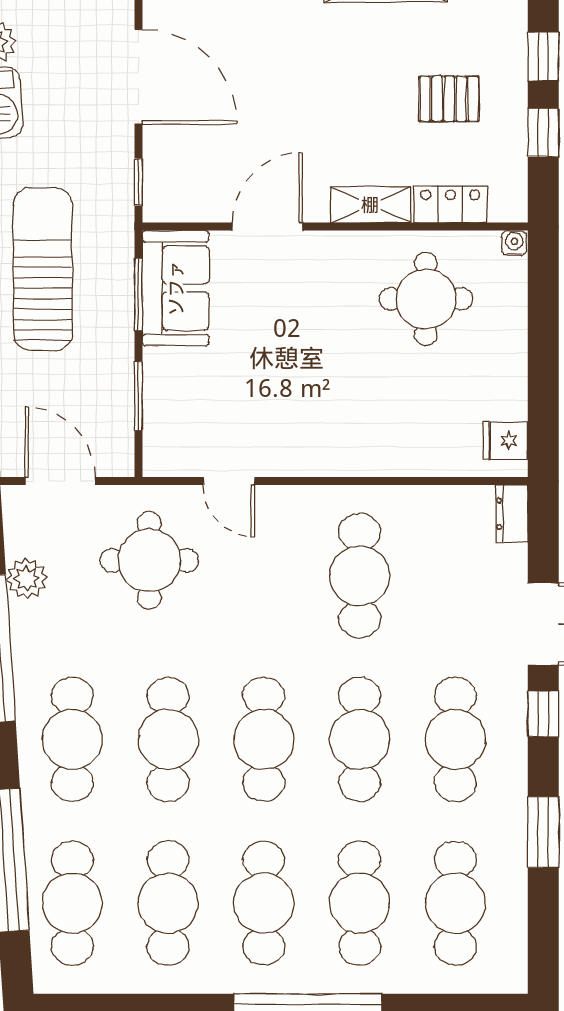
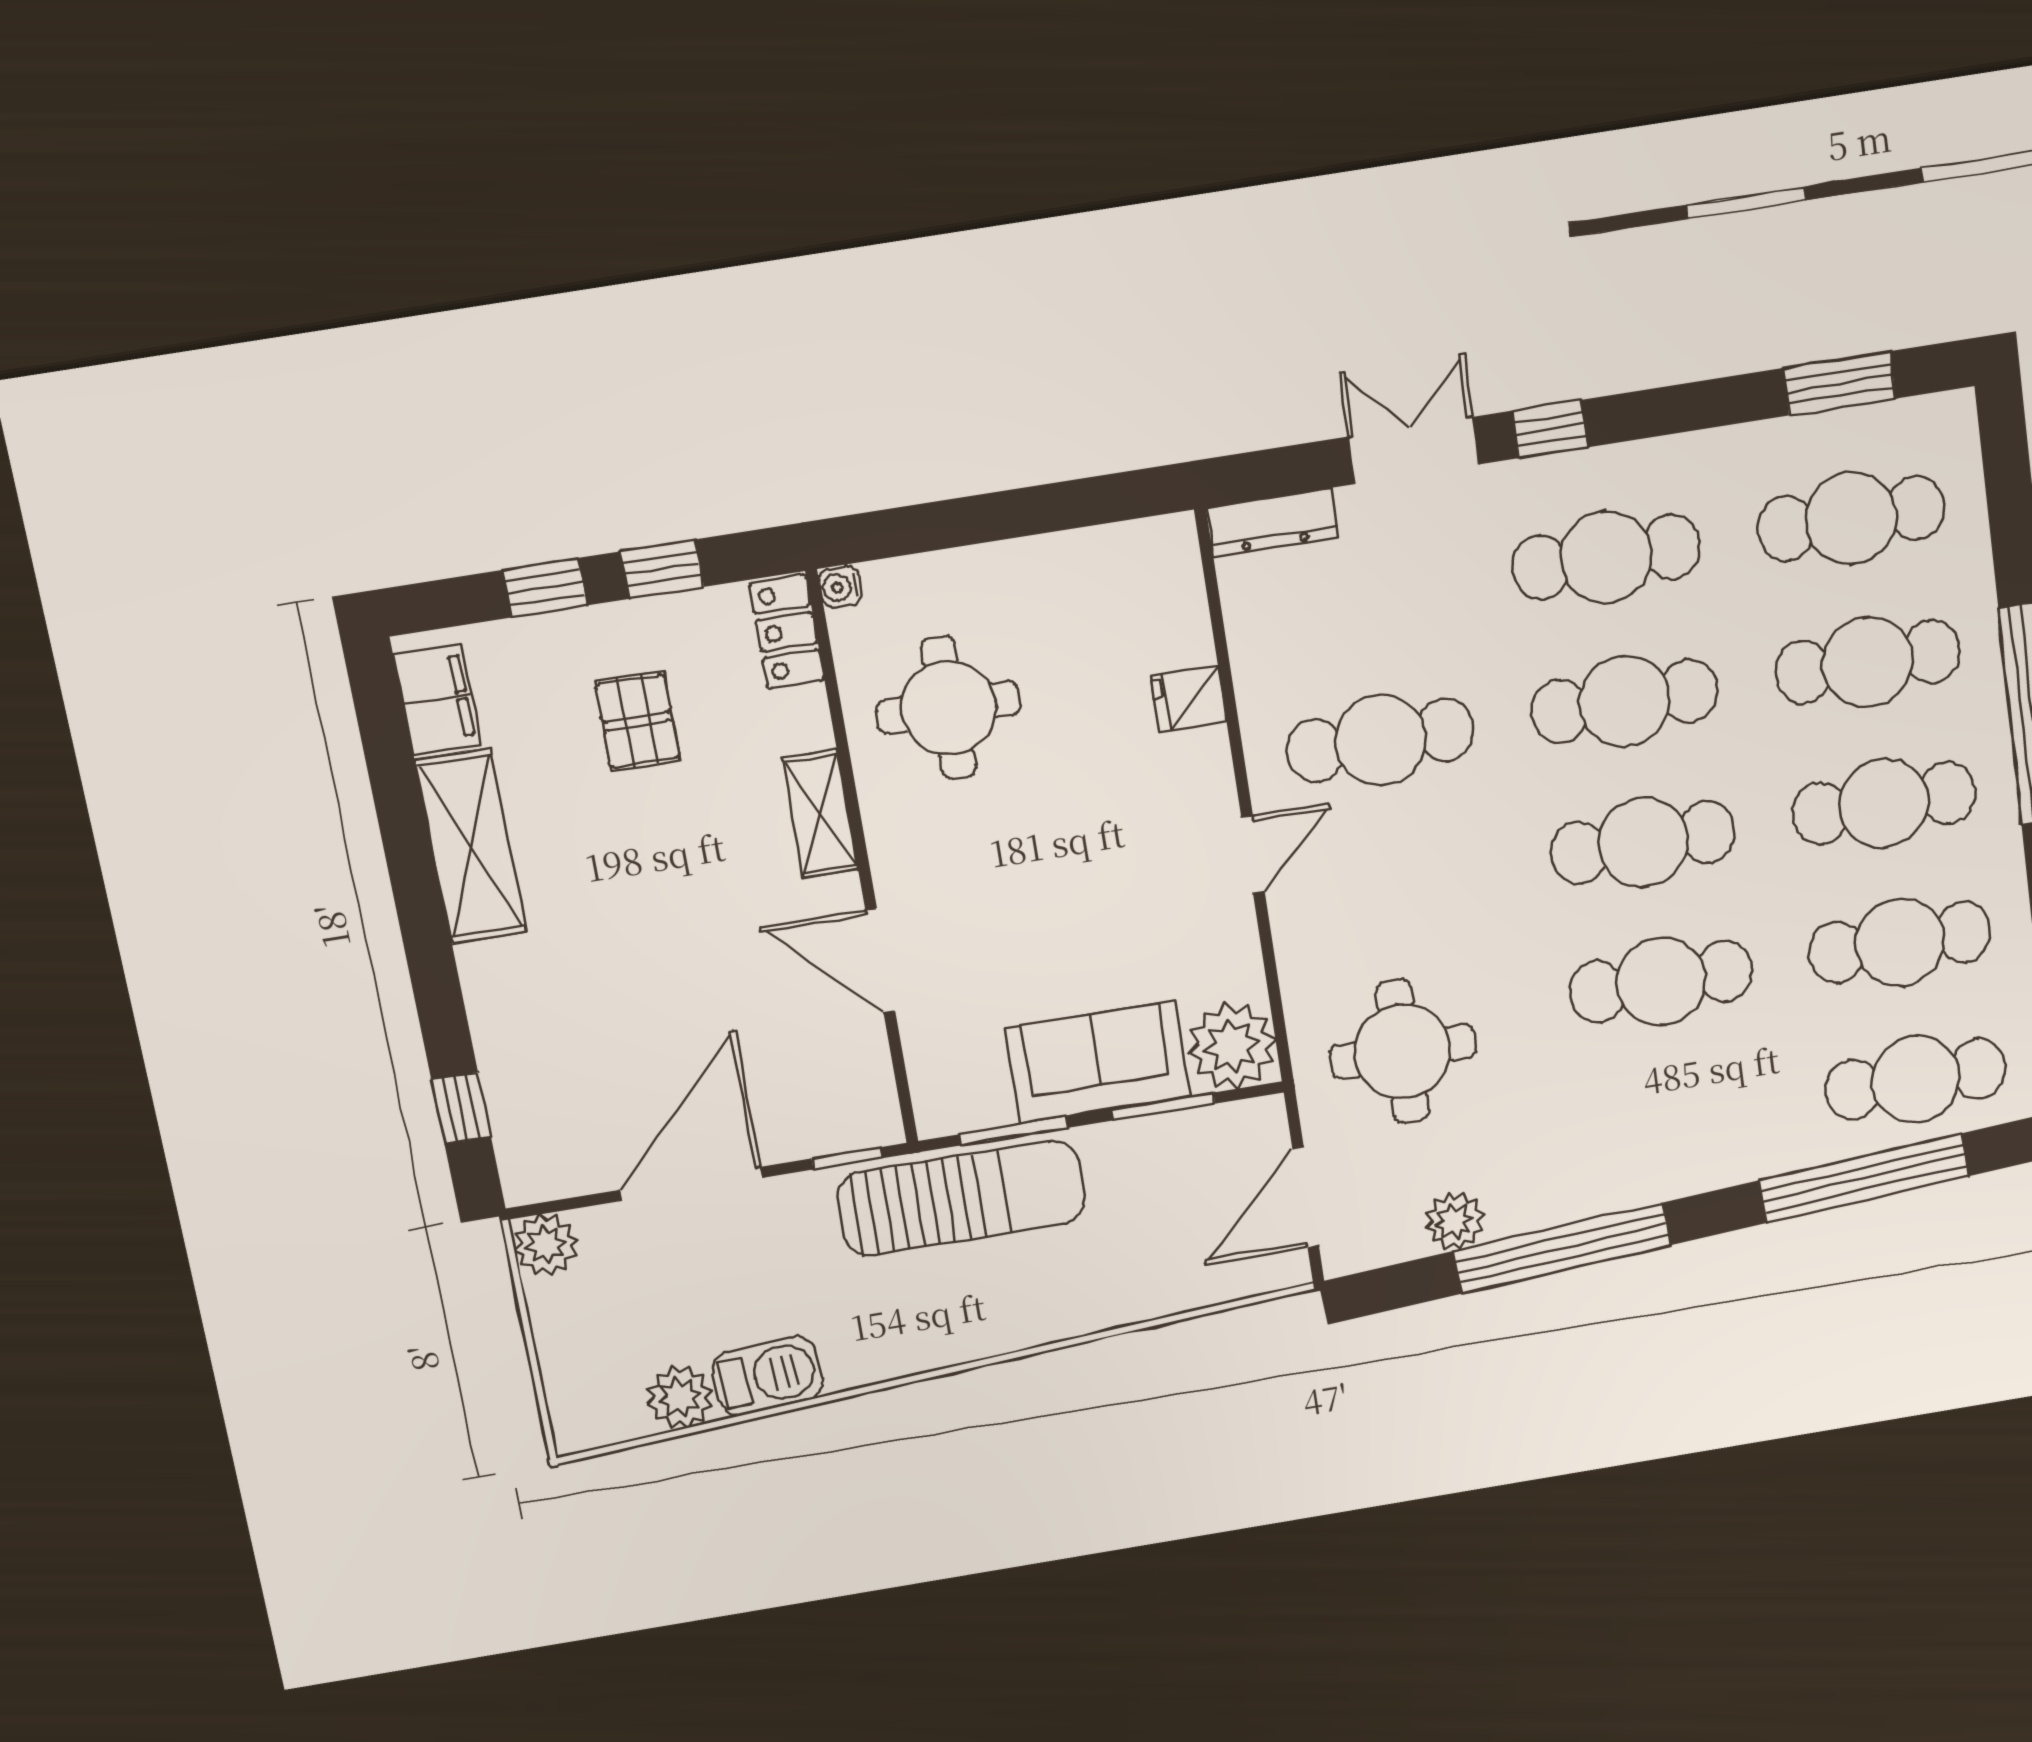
locker: (450, 204) -> (787, 632), moved
sun lounger: (43, 269) -> (961, 1198), moved, turned 180
sofa: (176, 288) -> (1097, 1062), moved
fridge: (506, 441) -> (1189, 699), moved, turned 90
plant: (172, 448) -> (1232, 1046), added
door: (229, 481) -> (1253, 855), moved
dresser: (512, 514) -> (1272, 522), width x1.44
cafe table: (72, 739) -> (1679, 1118), removed
window: (543, 832) -> (1840, 383), moved

